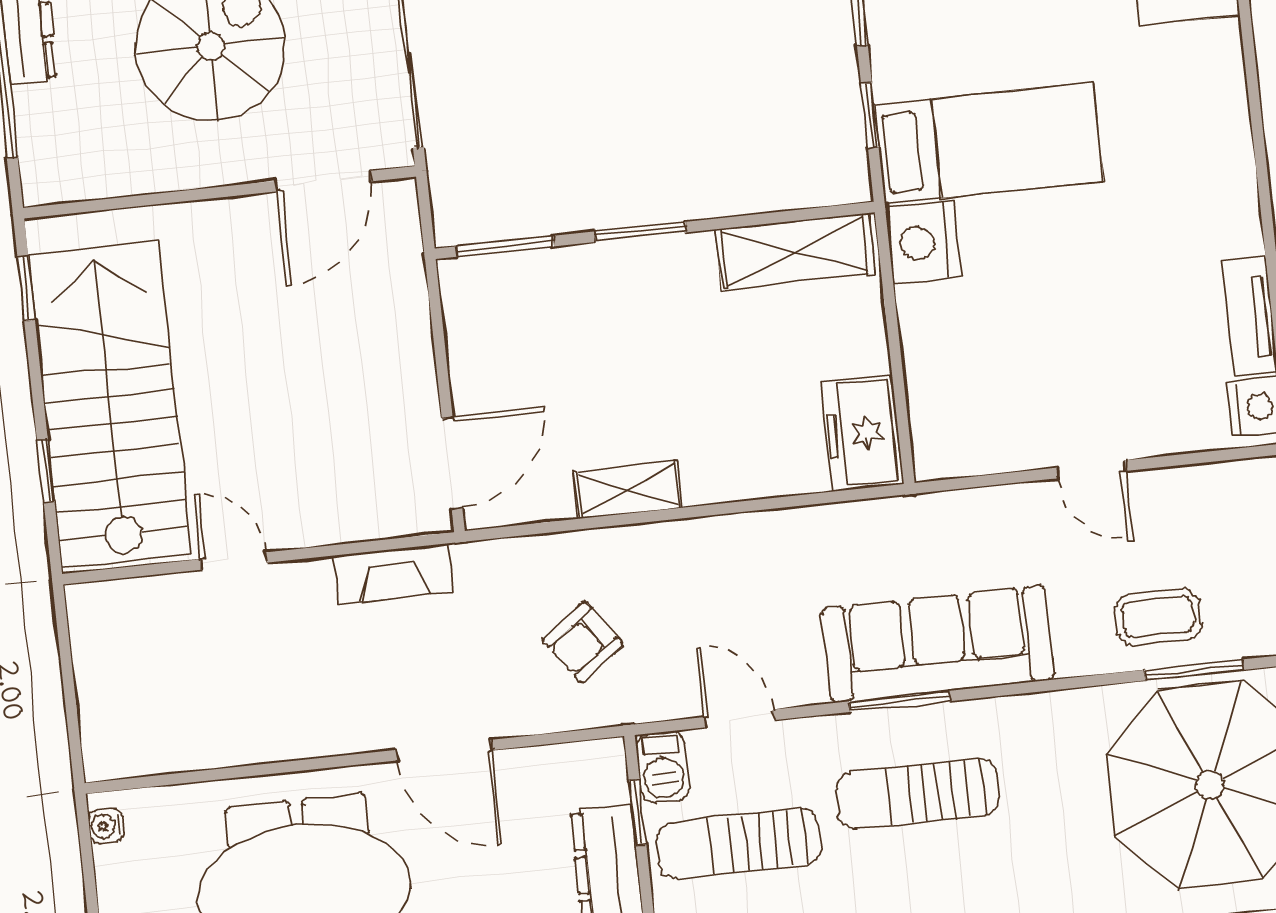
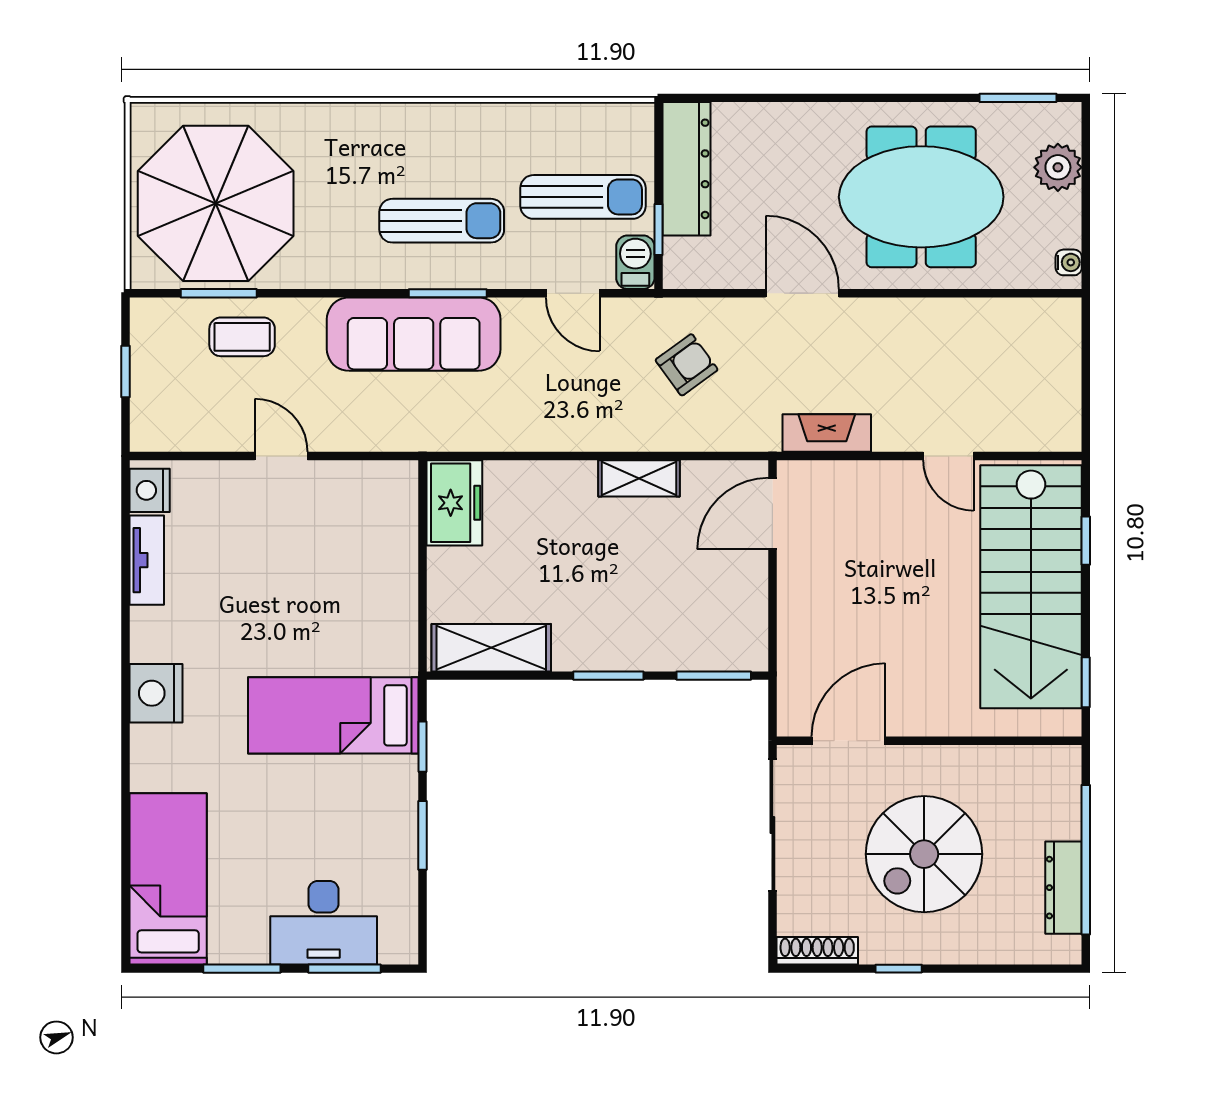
nightstand: (923, 242) -> (156, 693), moved, turned 180

